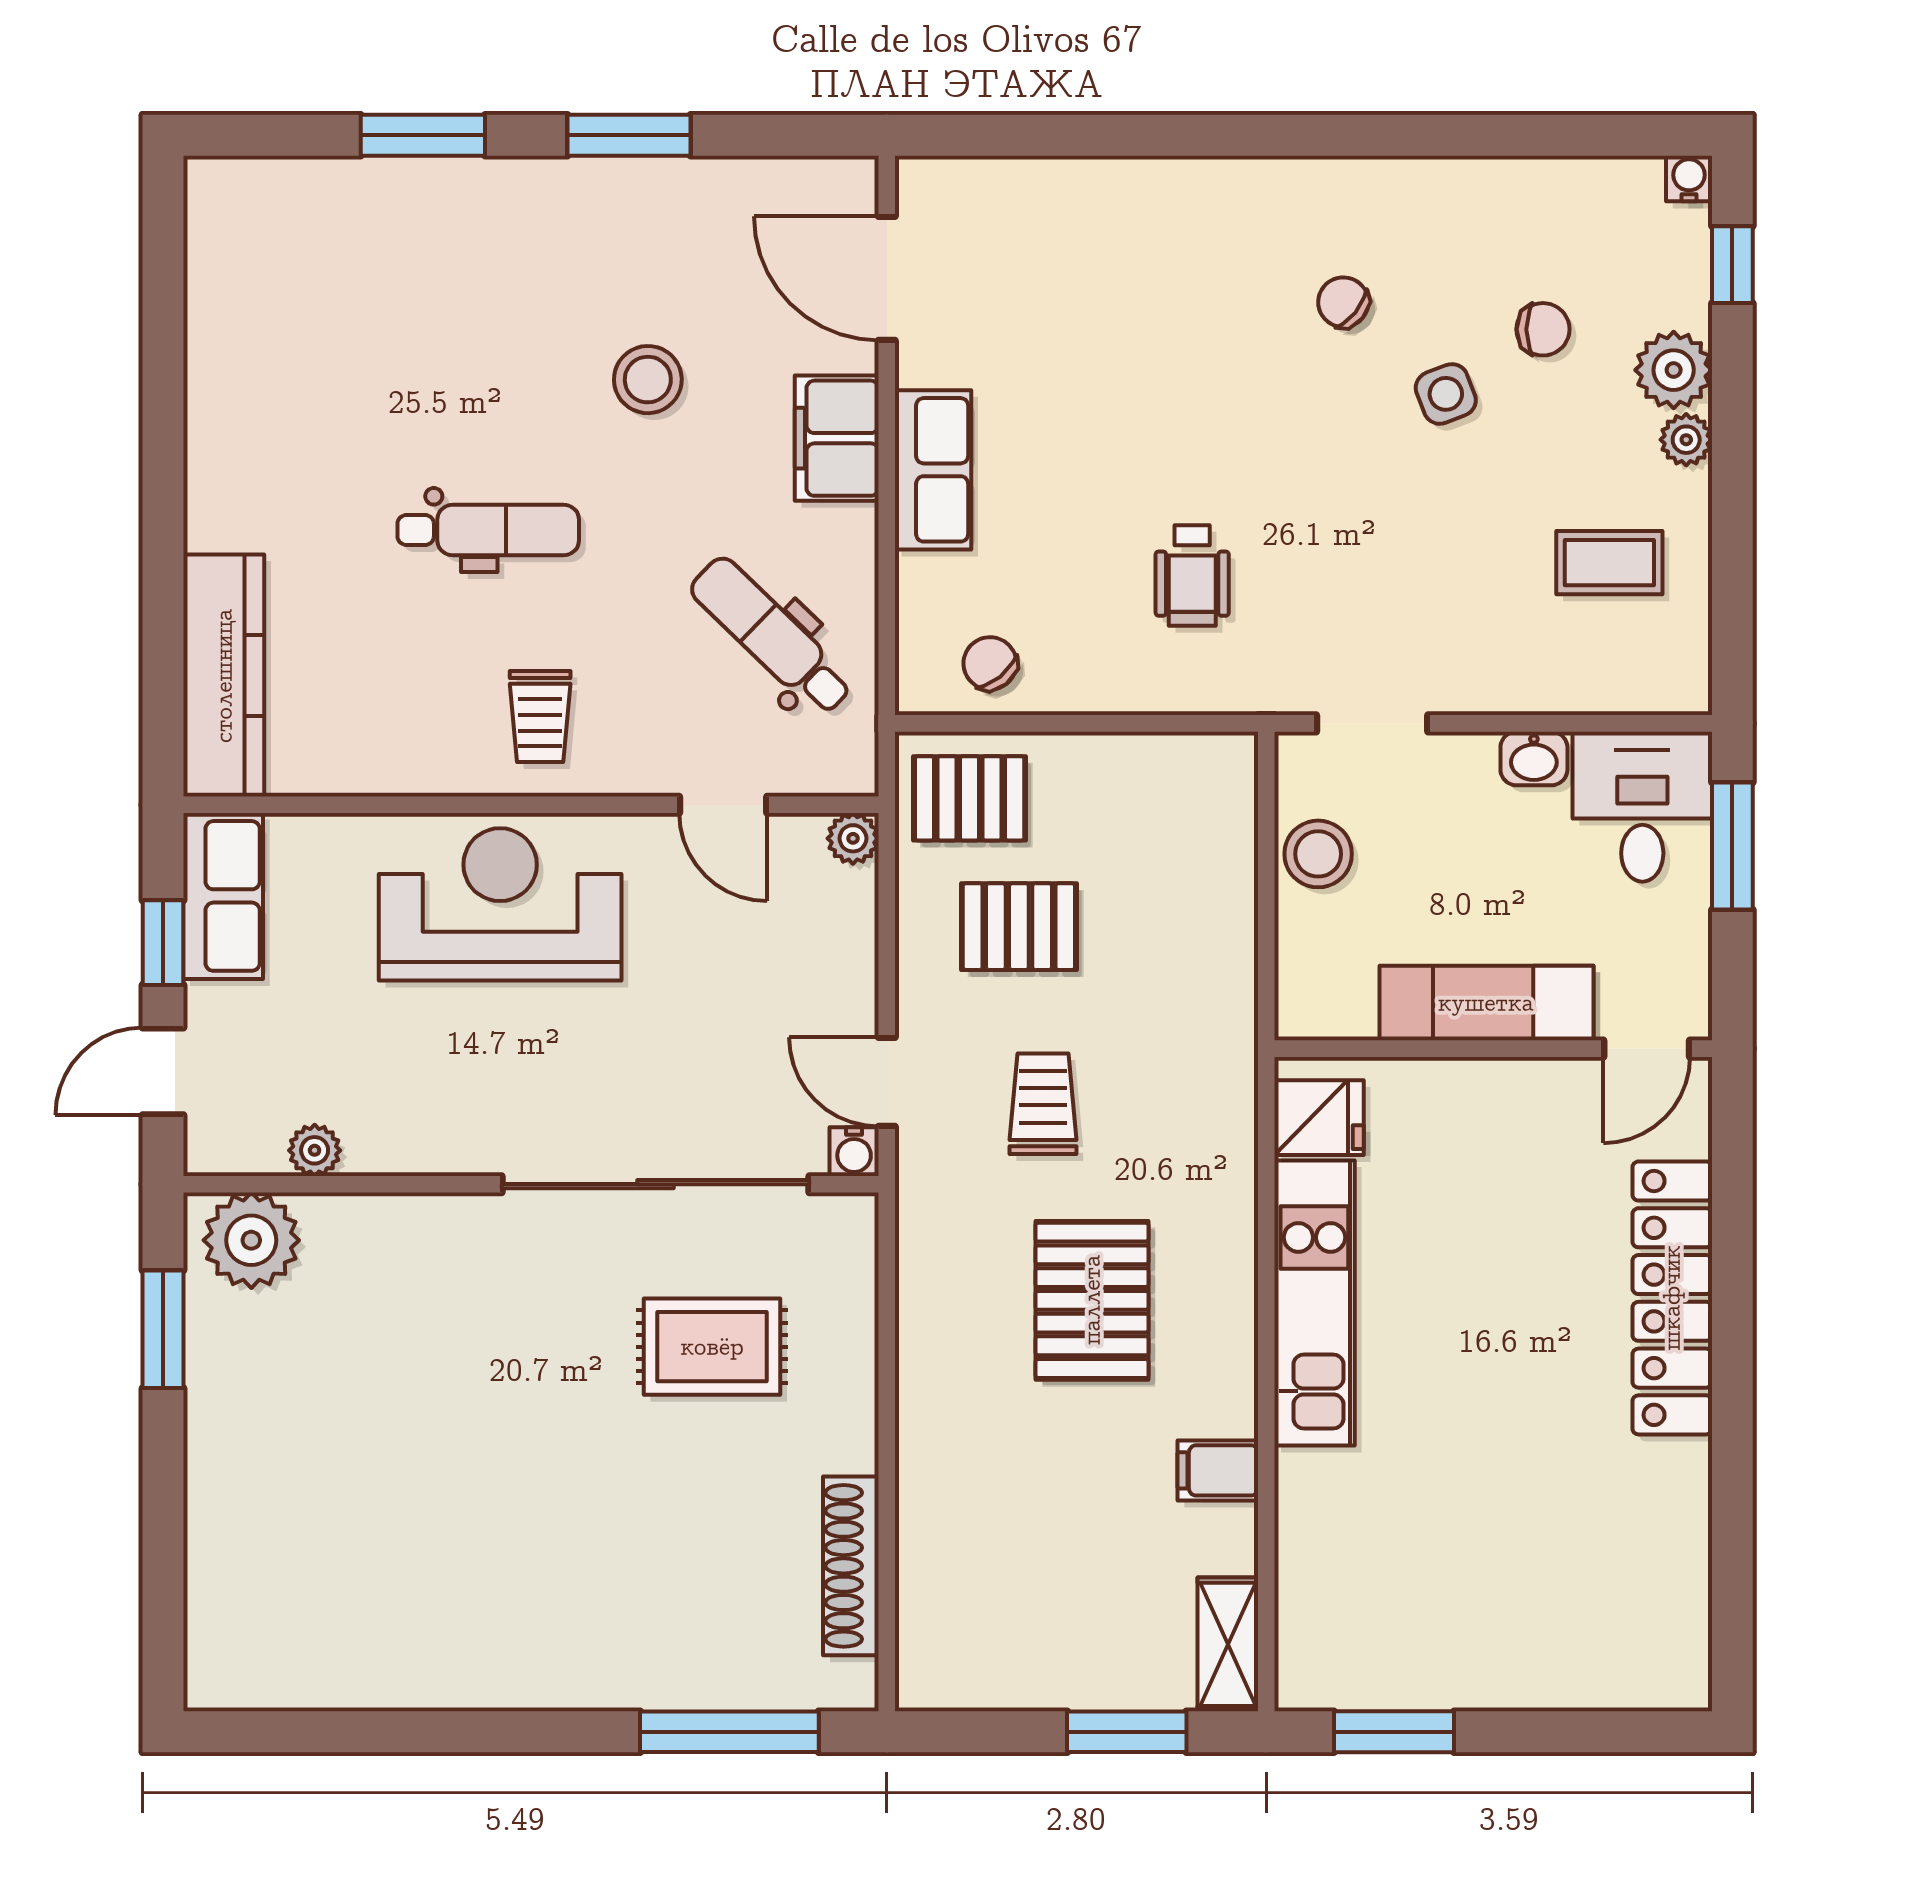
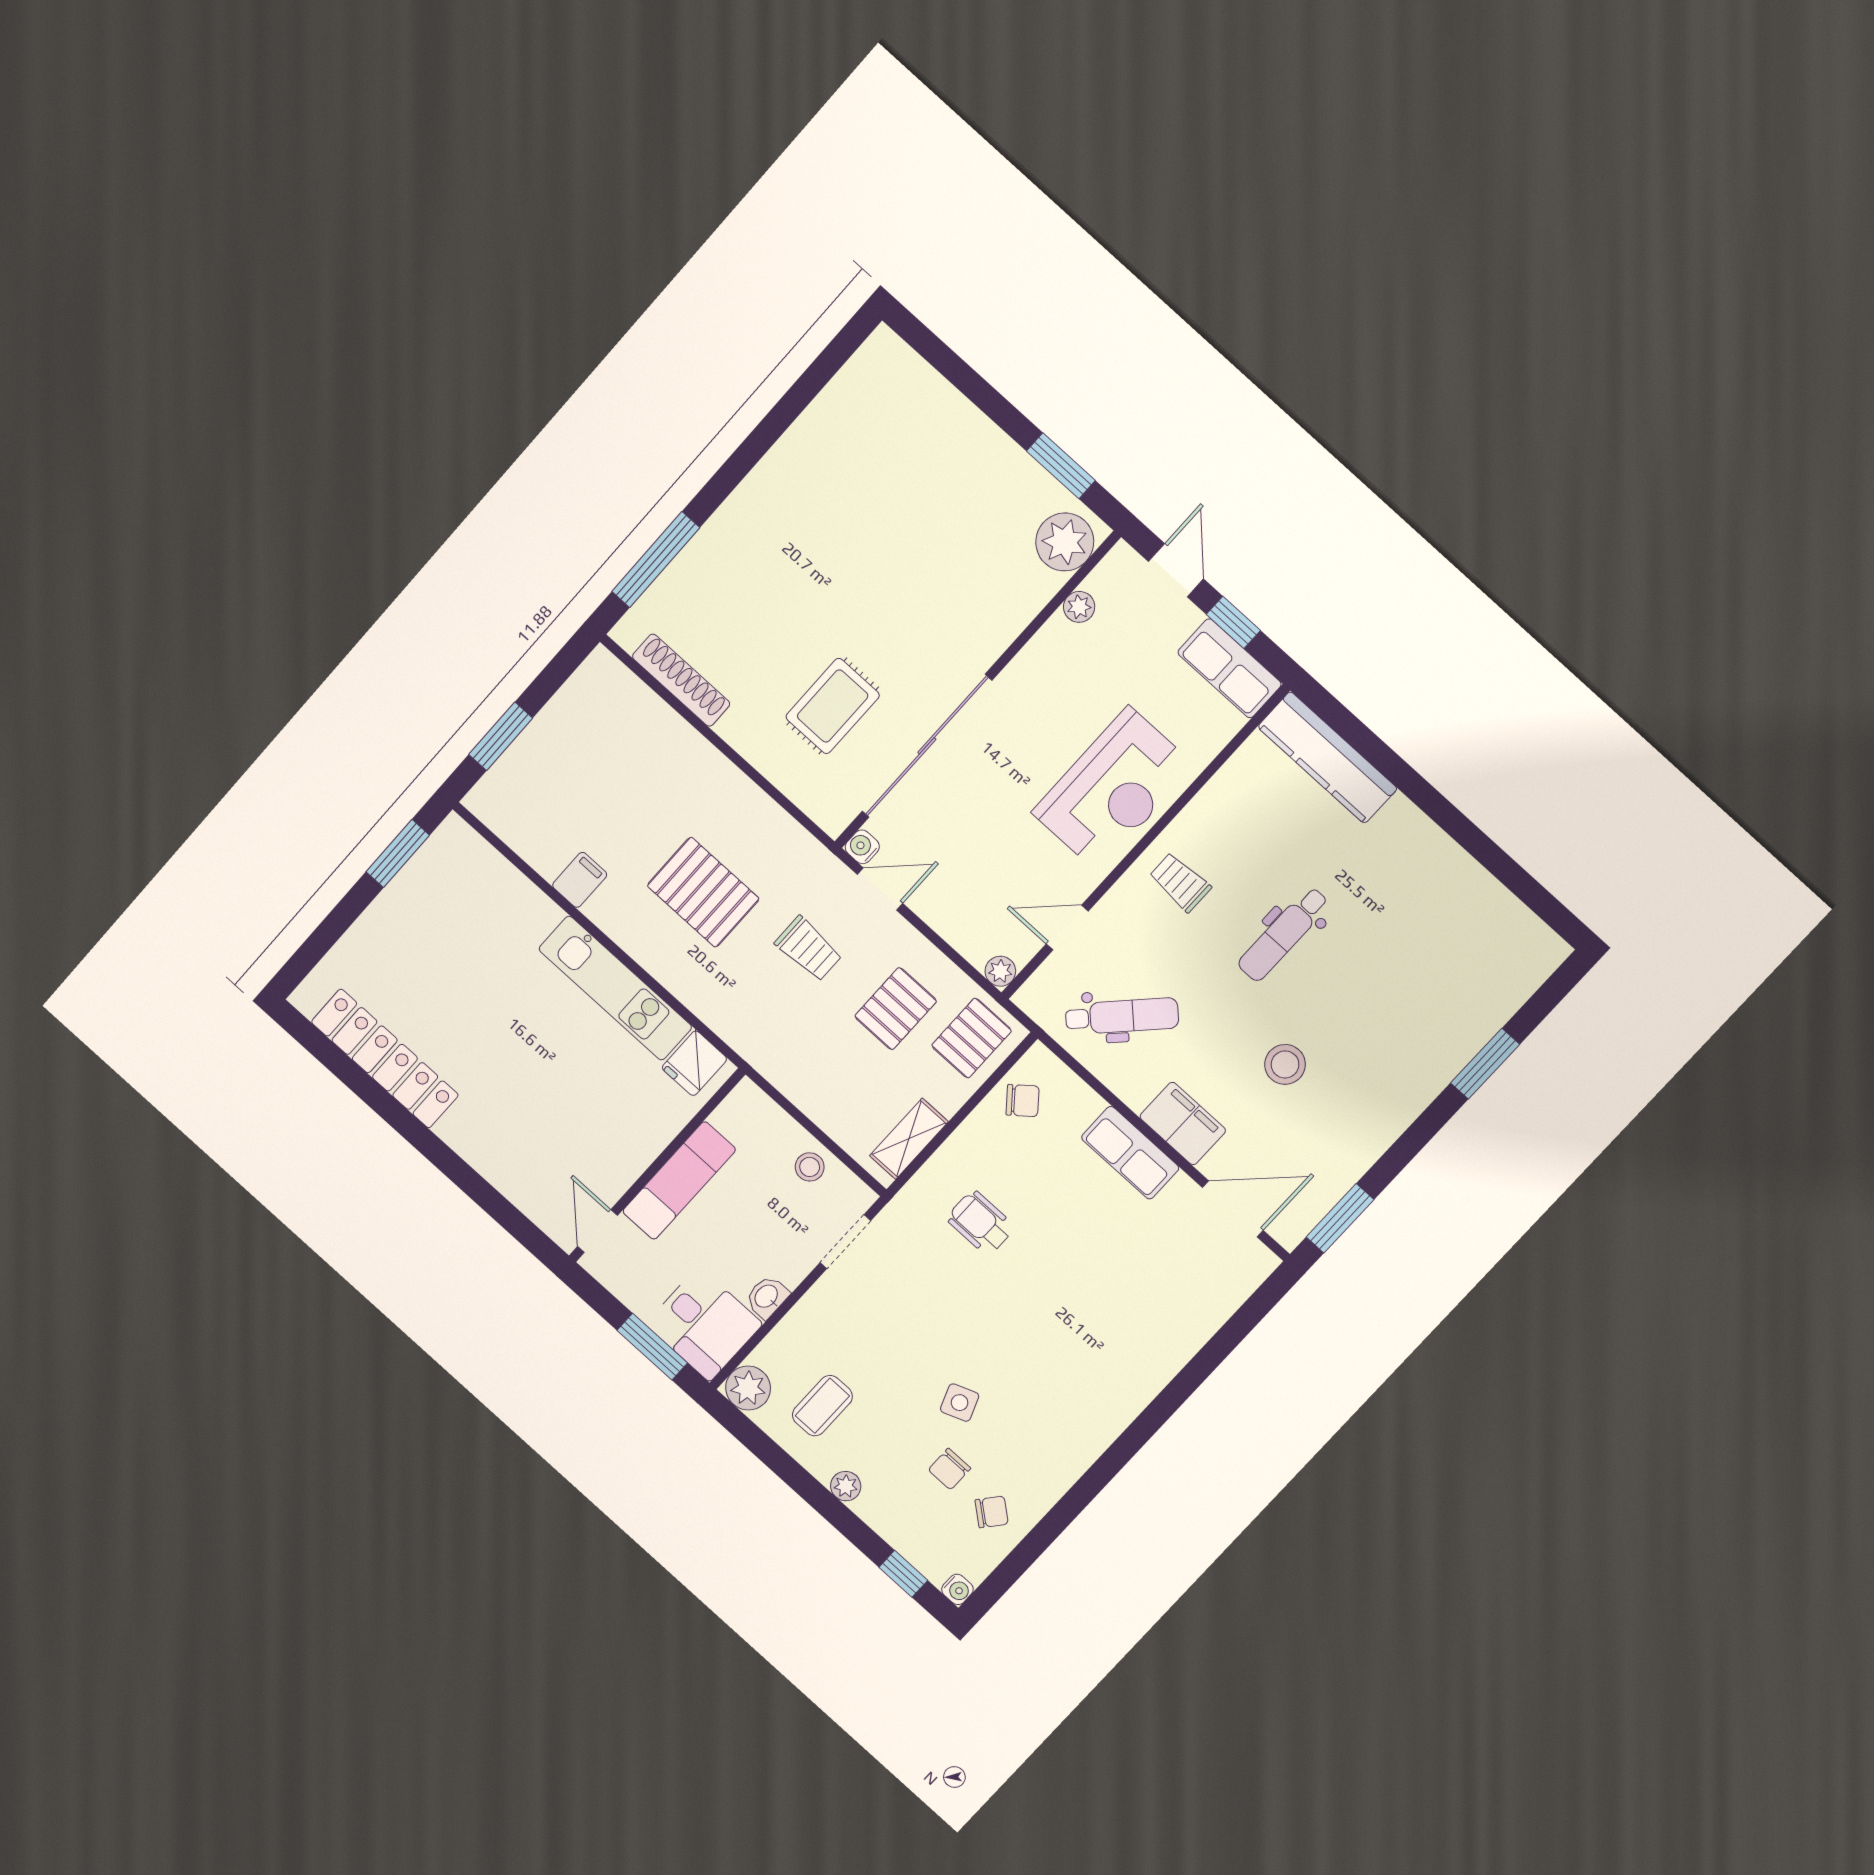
window: (629, 135) -> (1340, 1218), moved
chair: (1343, 302) -> (992, 1512), moved
plant: (1674, 370) -> (748, 1388), moved
stool: (1318, 854) -> (810, 1167), width x0.73, depth x0.73
locker: (1672, 1298) -> (385, 1058), moved
shelving: (1228, 1644) -> (909, 1139), moved, turned 90

